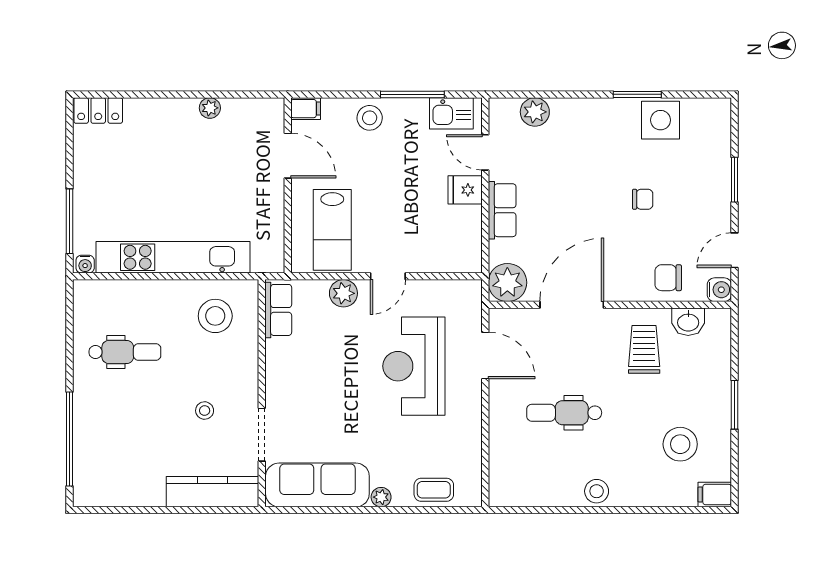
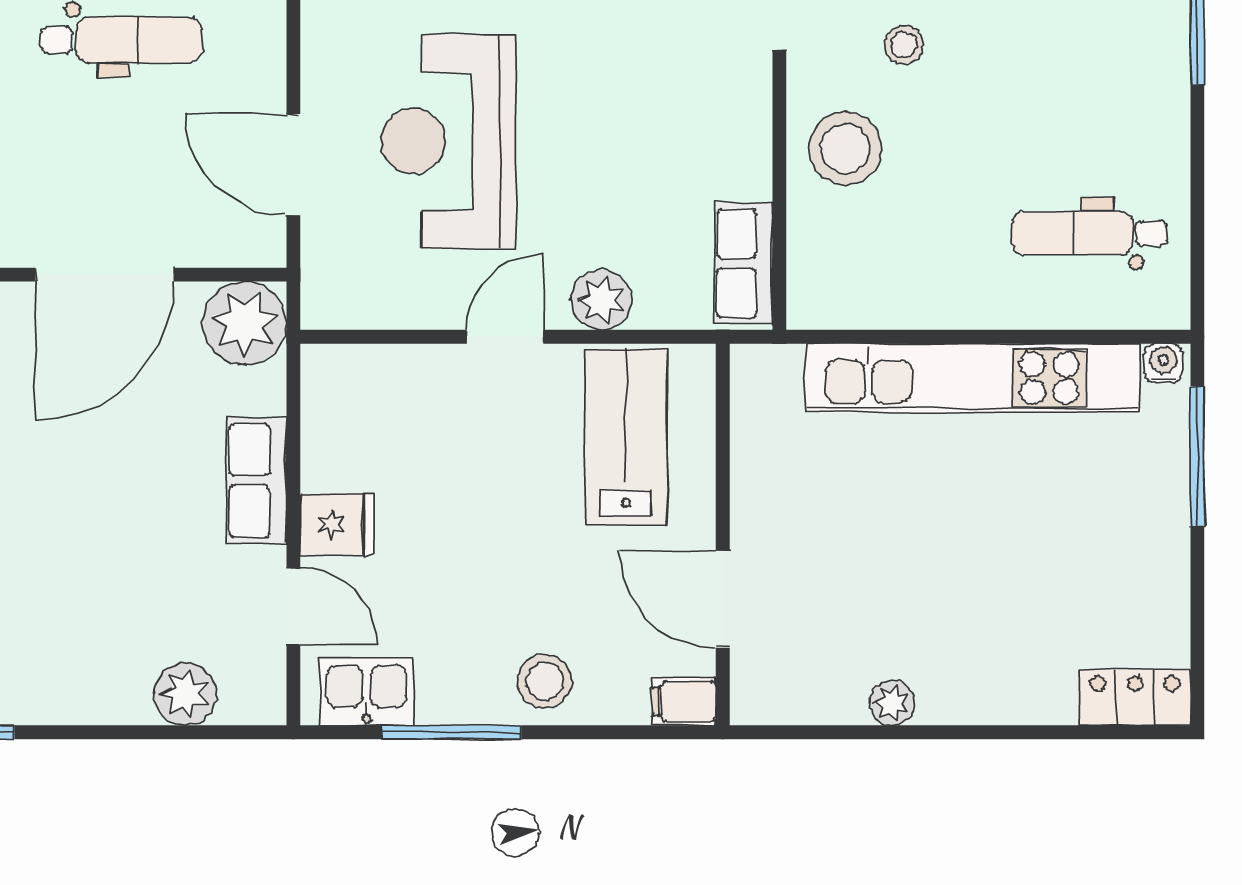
stool: (215, 316) -> (845, 148), moved
dental chair: (125, 352) -> (1089, 233), moved
reception desk: (414, 366) -> (448, 141), turned 180

